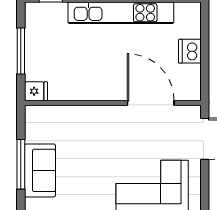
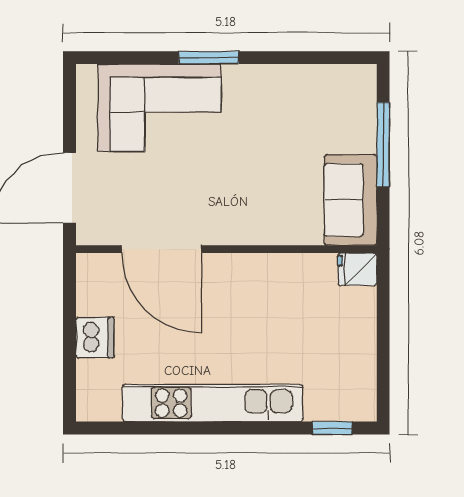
window: (21, 51) -> (383, 338), removed
sofa: (40, 170) -> (351, 200), moved

